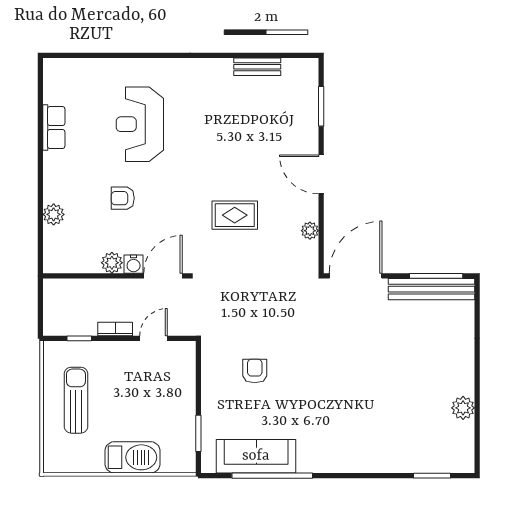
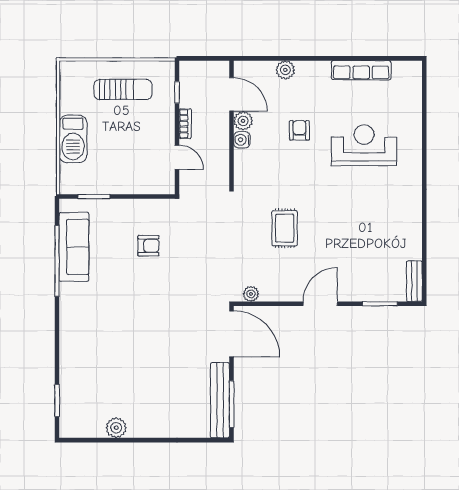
bench: (257, 67) -> (414, 281), moved
row of seats: (54, 128) -> (361, 70), width x1.48
plant: (310, 231) -> (251, 294), moved
door: (163, 276) -> (232, 94), moved

